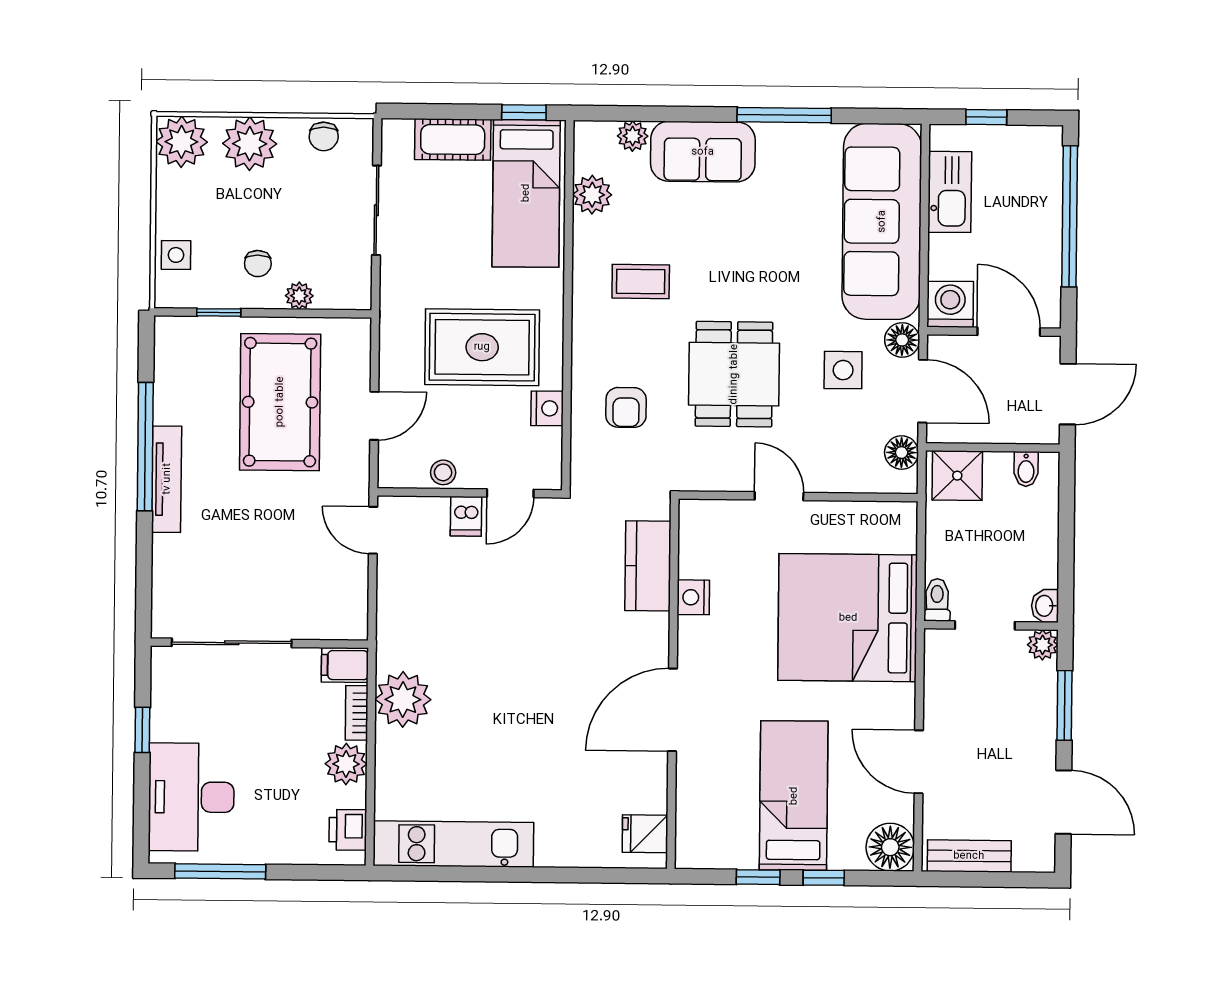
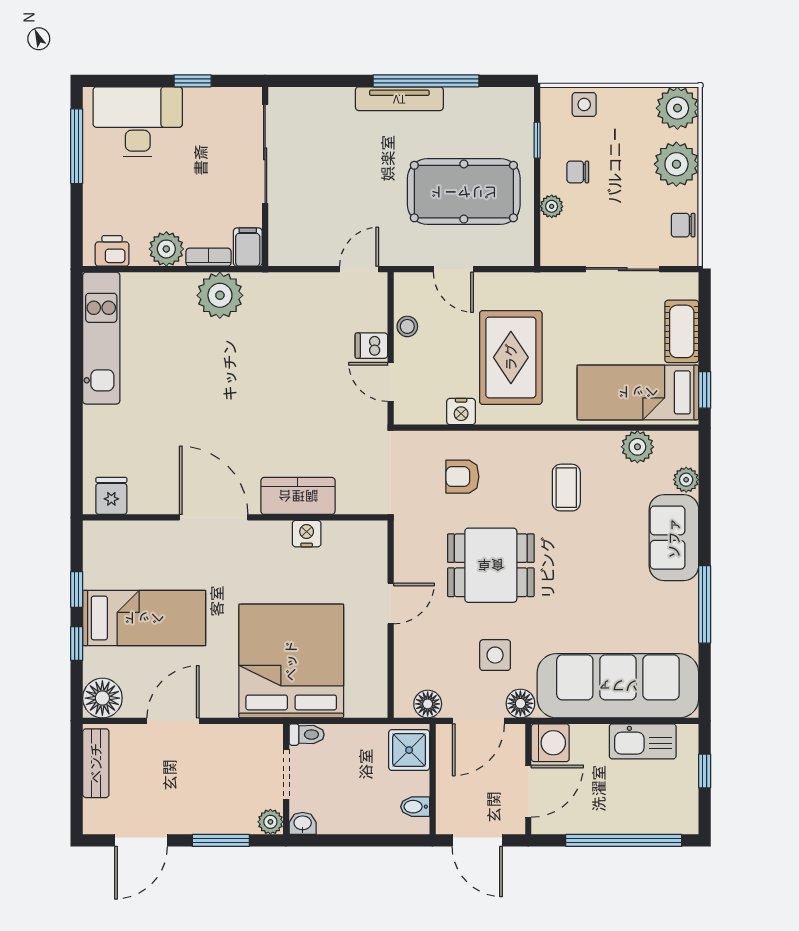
kitchen counter: (648, 566) -> (298, 496), moved

